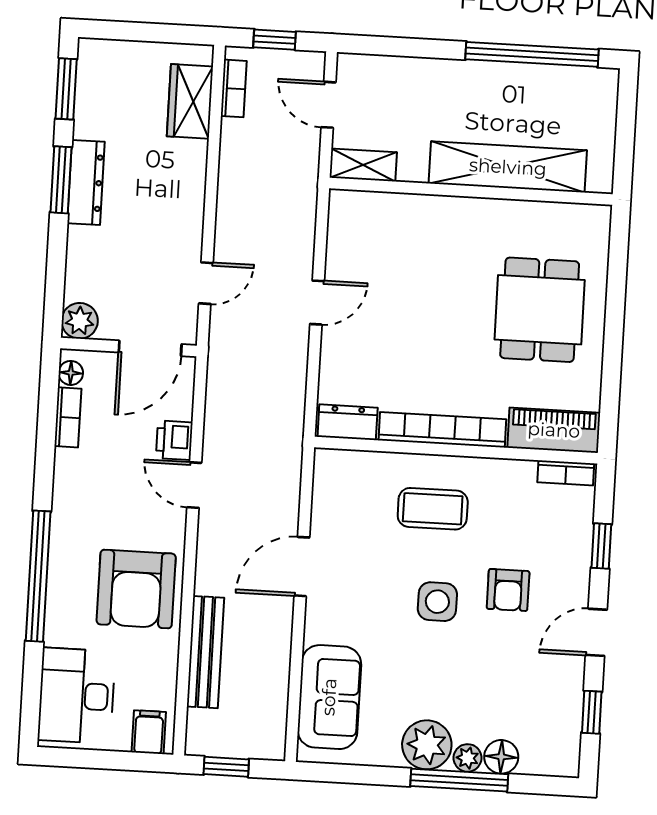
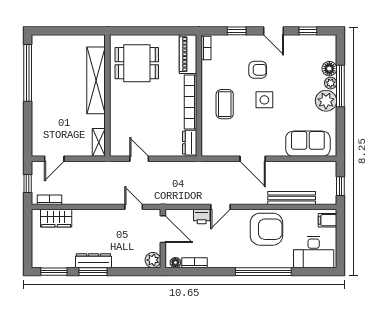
shelving: (363, 165) -> (99, 142), moved
shelving: (508, 167) -> (96, 80), moved
wall: (471, 191) -> (107, 96), moved

